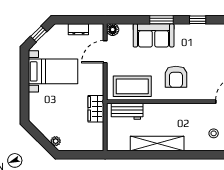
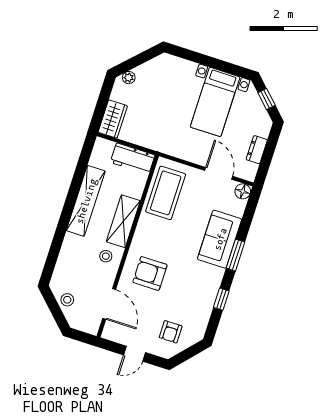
armchair: (176, 77) -> (150, 273), moved
wardrobe: (96, 109) -> (113, 119), moved, turned 90
workbench: (127, 111) -> (133, 159), moved, turned -90
shelving: (163, 111) -> (123, 221), added
stool: (214, 133) -> (106, 256), moved

